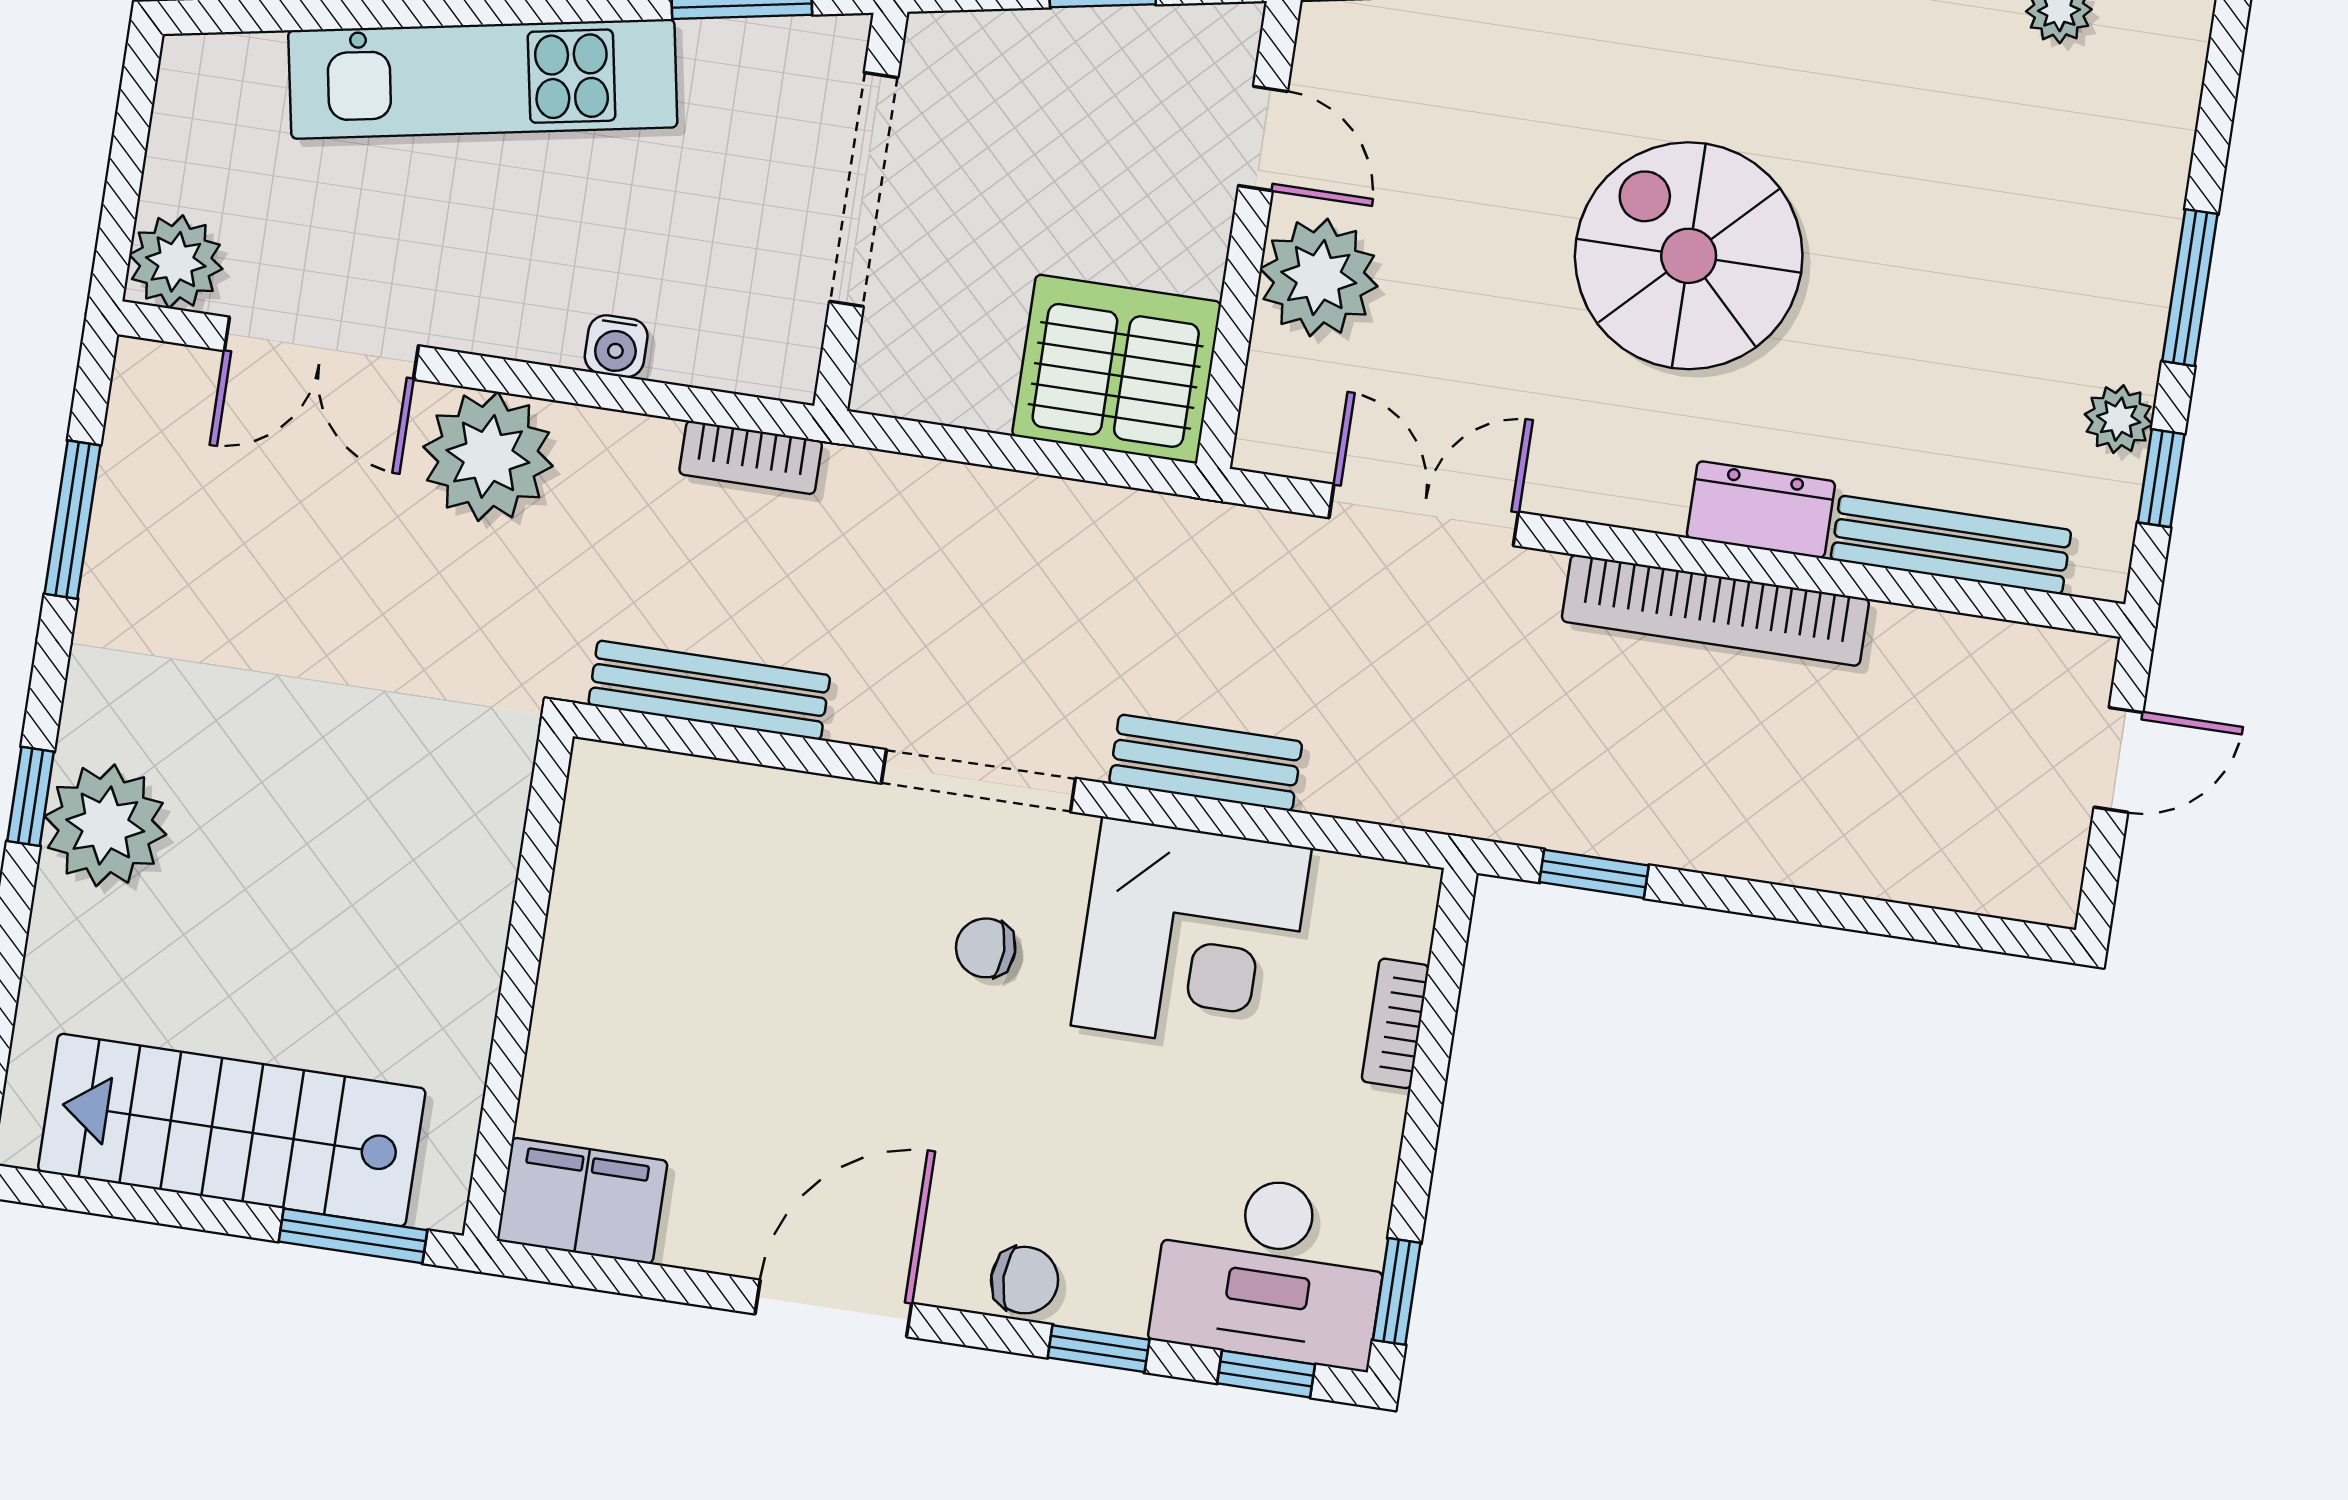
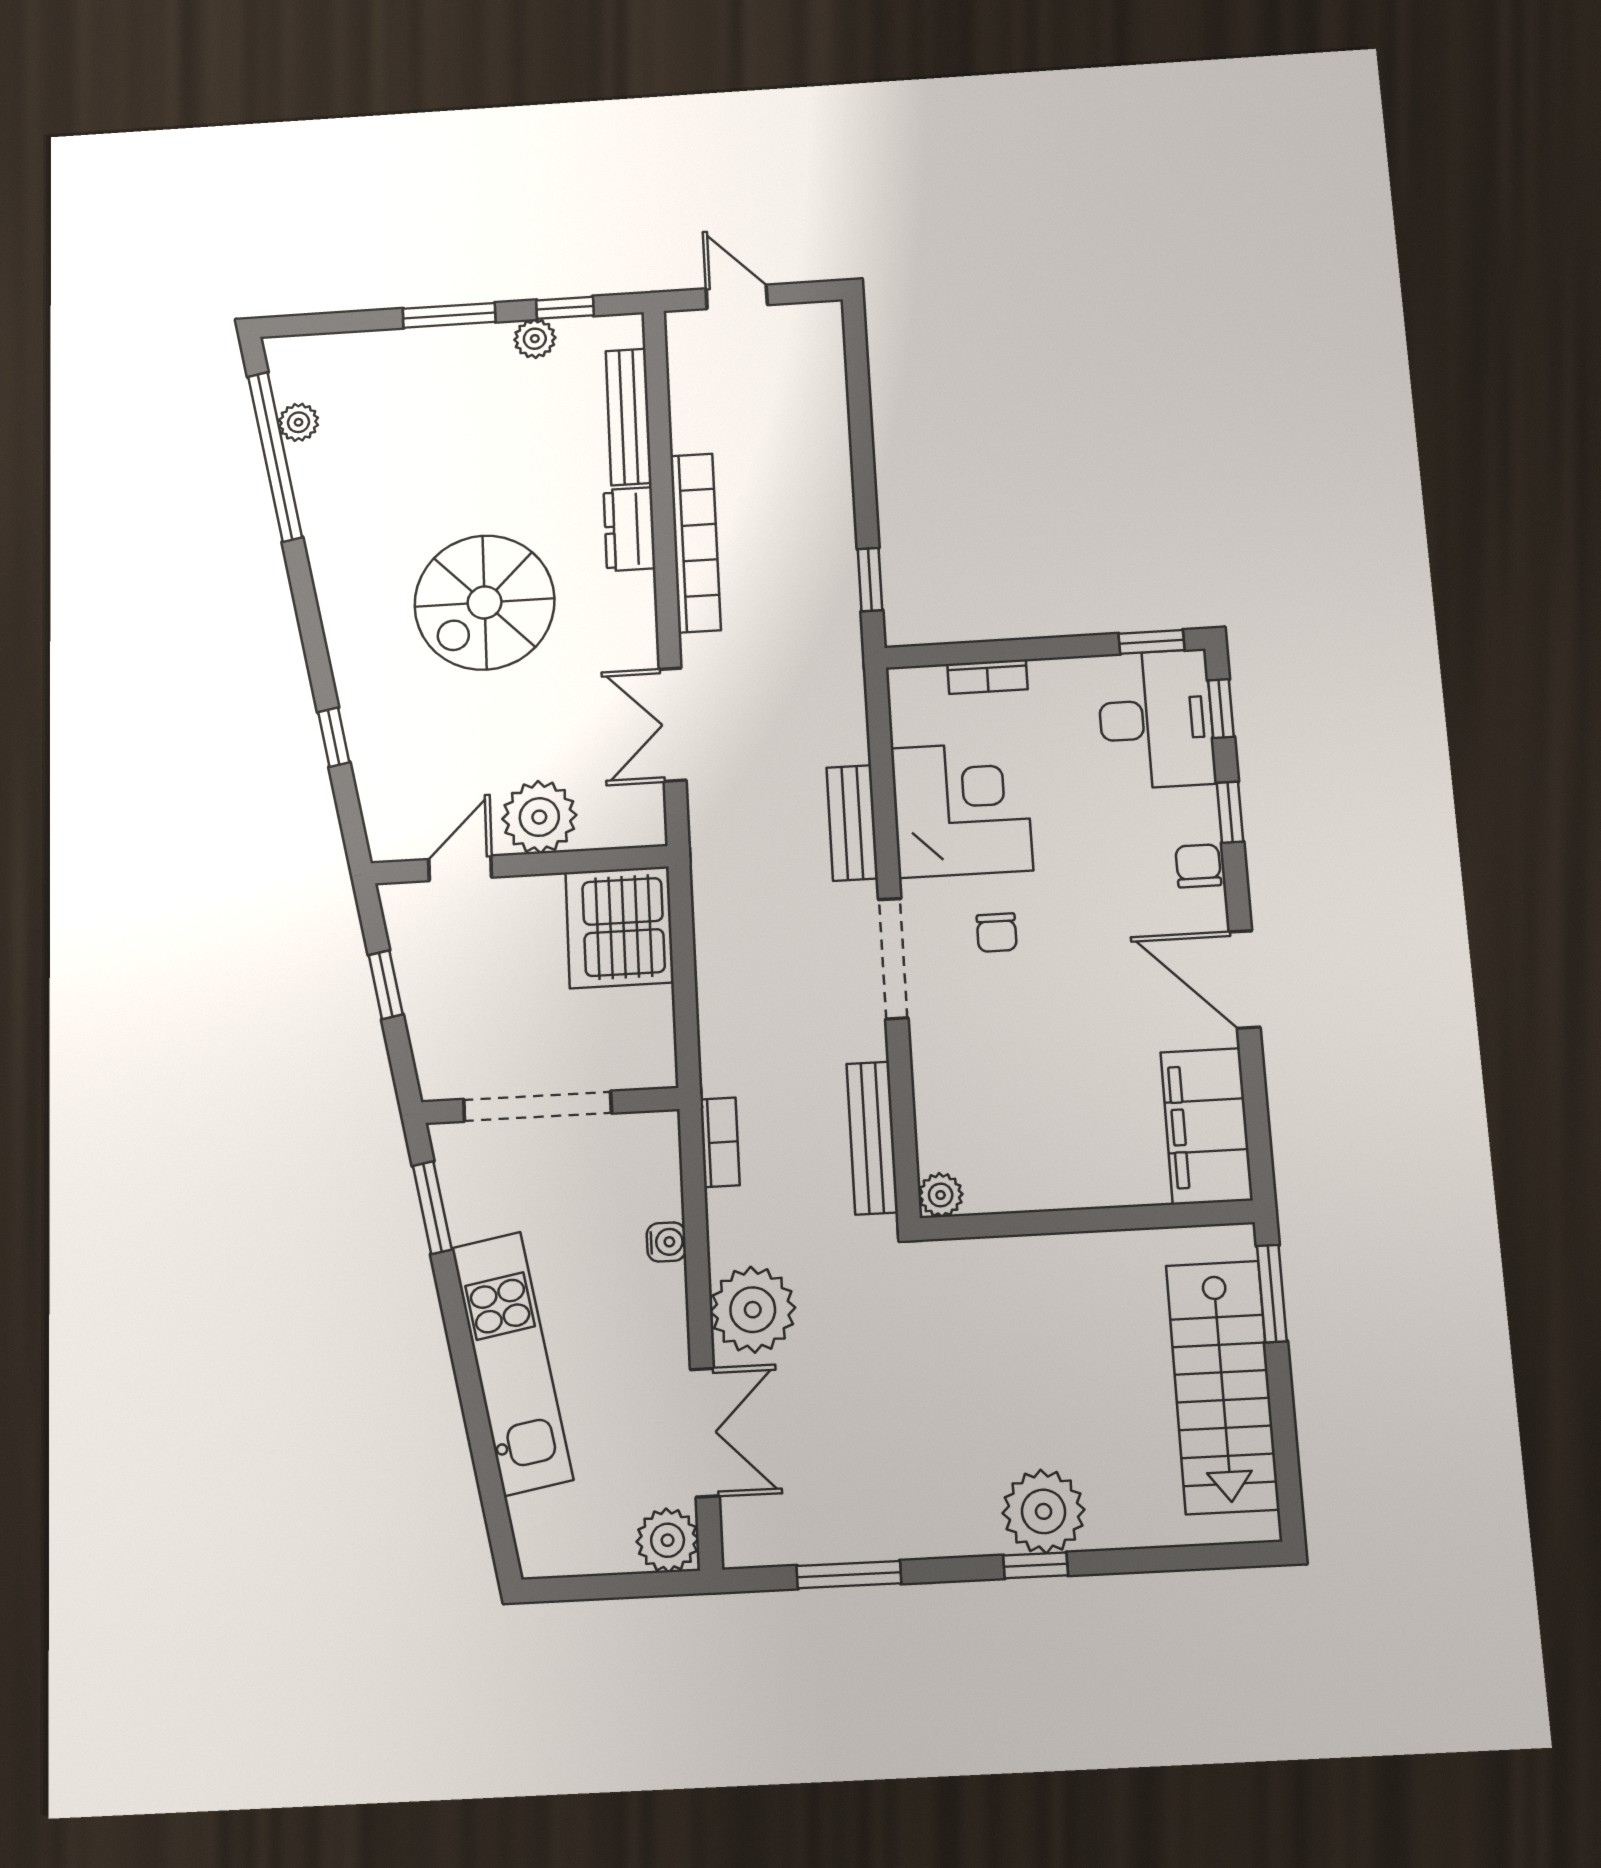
plant: (601, 775) -> (941, 1195), added
filing cabinet: (582, 1201) -> (1206, 1126), width x1.50, depth x1.17

